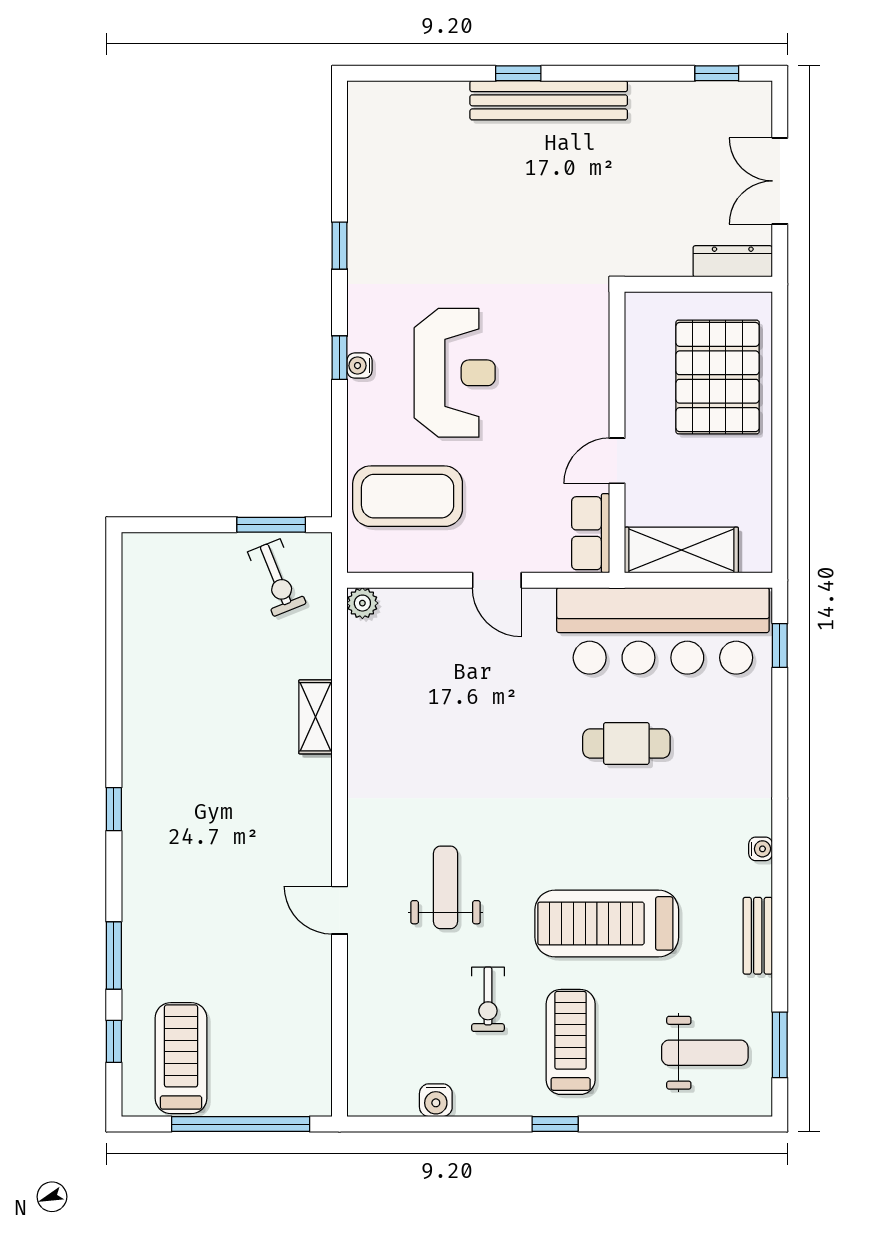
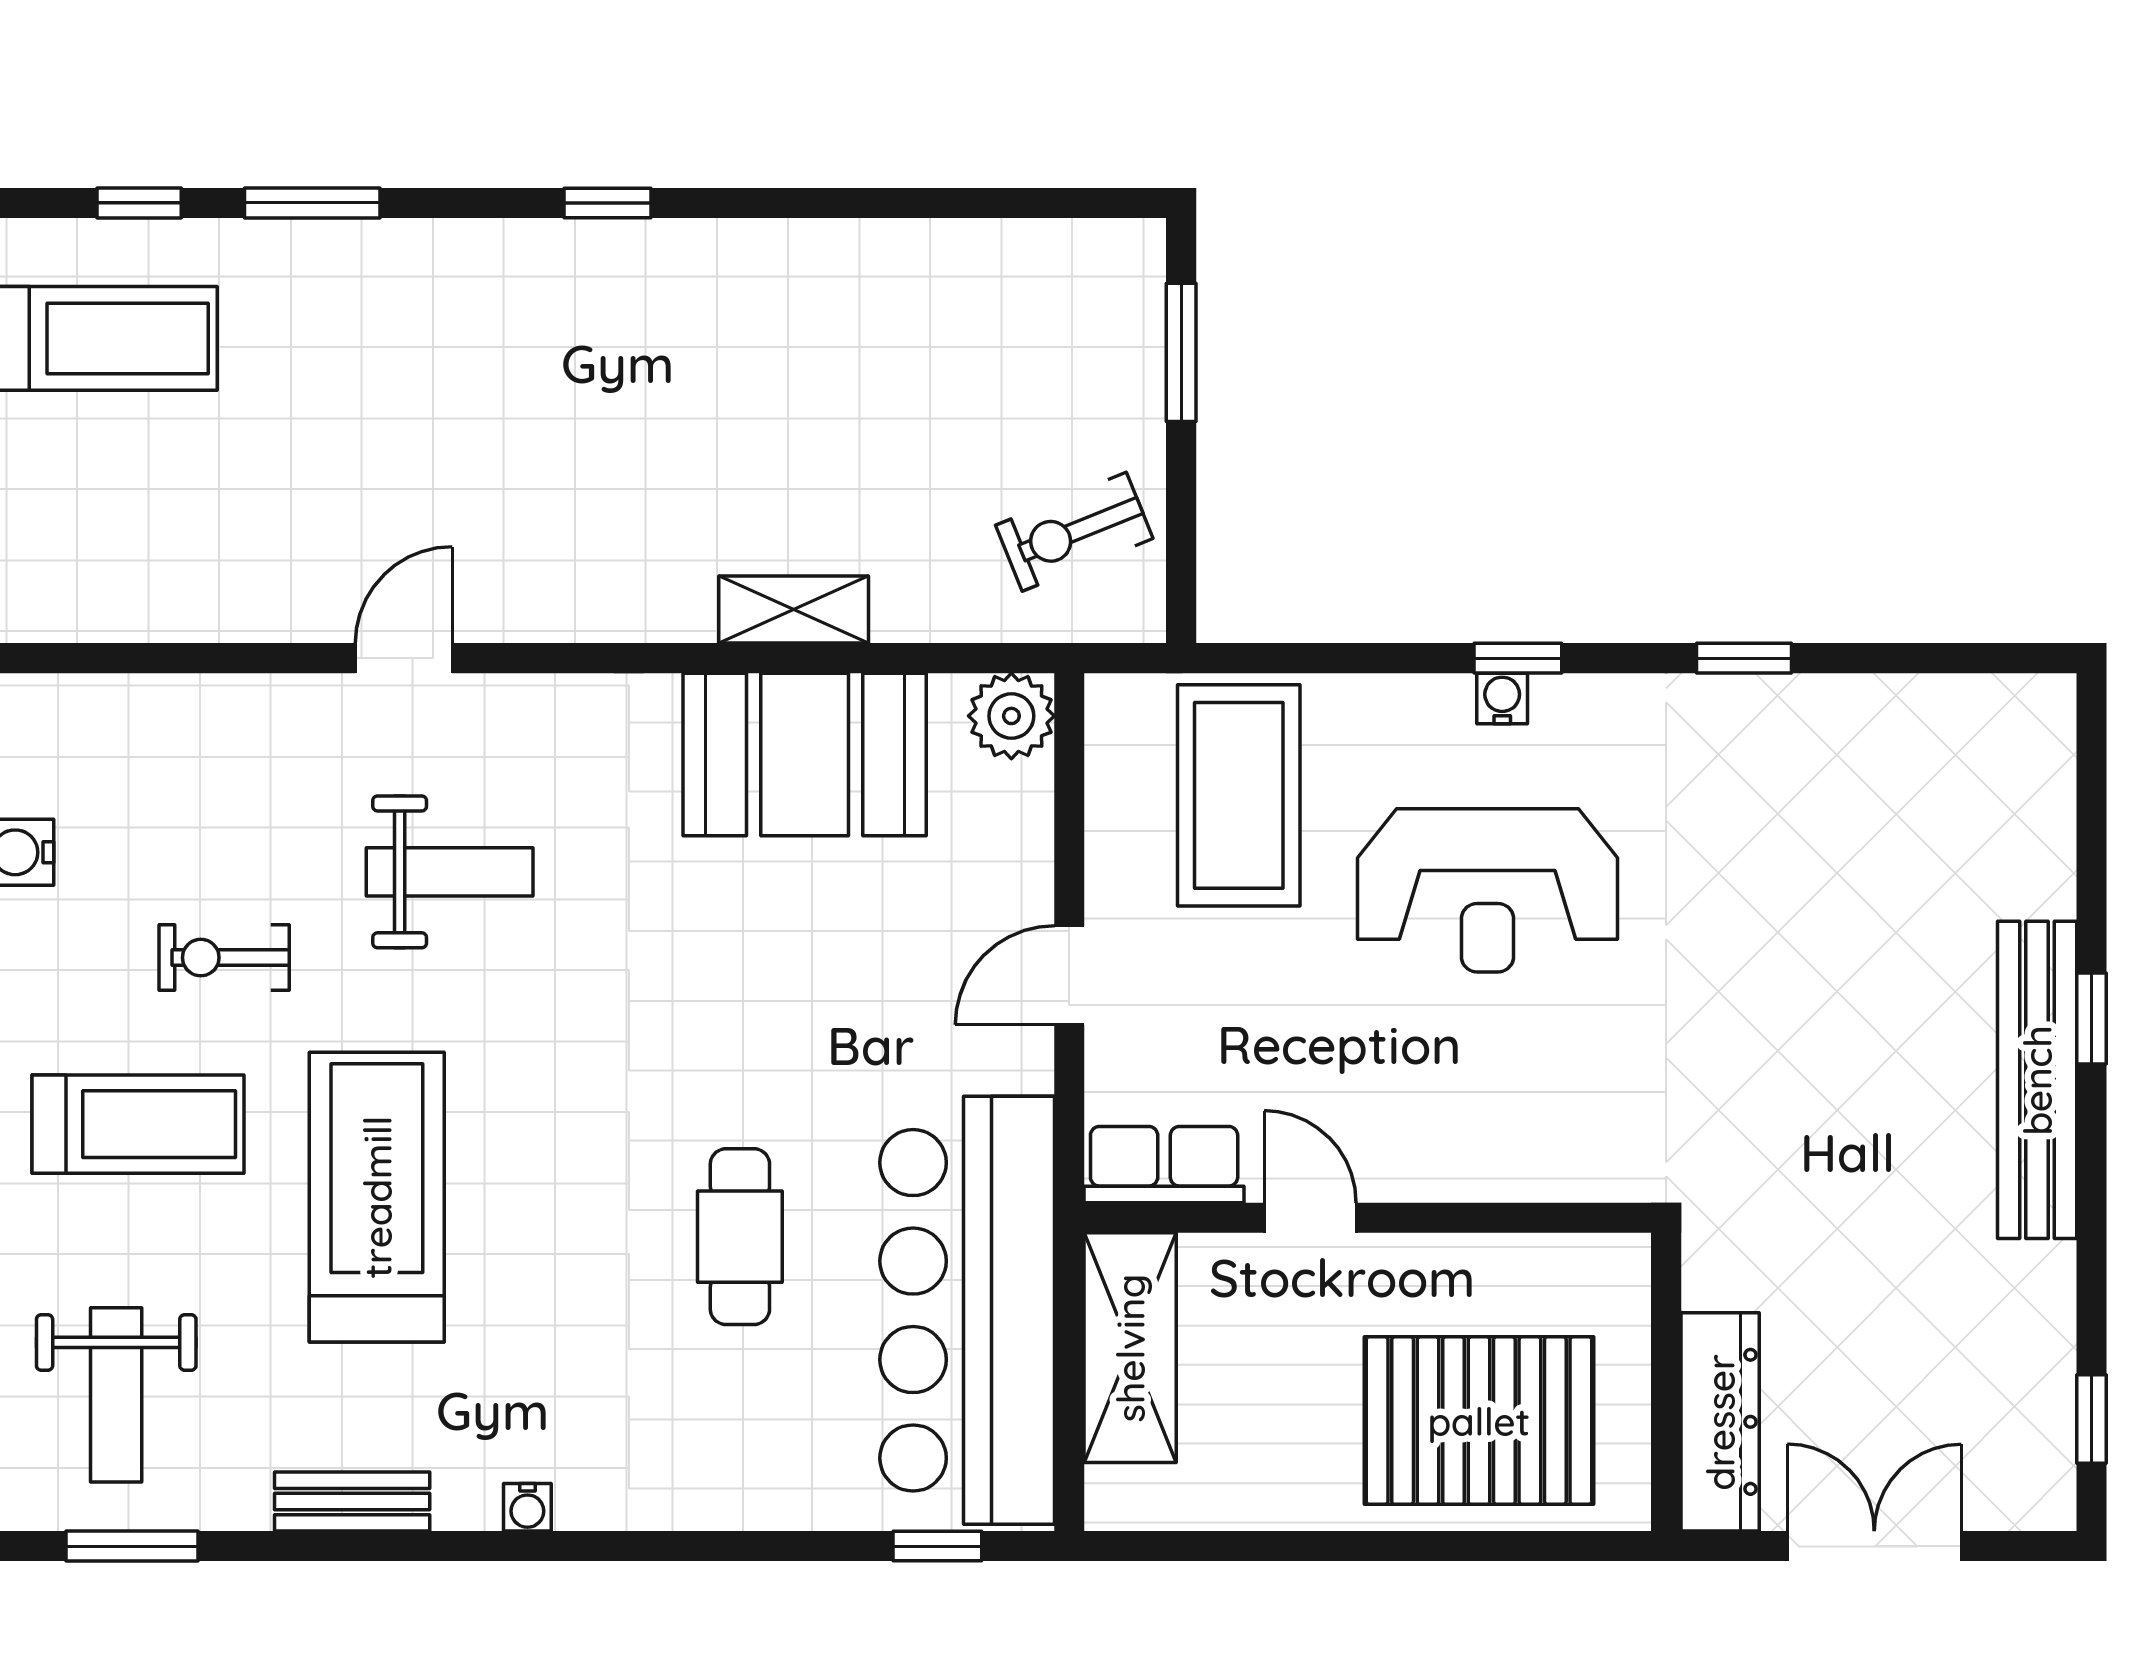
dresser: (733, 261) -> (1720, 1422), width x1.37, depth x1.24
window: (271, 525) -> (1181, 352), moved
plant: (362, 603) -> (1011, 716), width x1.38, depth x1.38
booth: (387, 711) -> (805, 755), added

